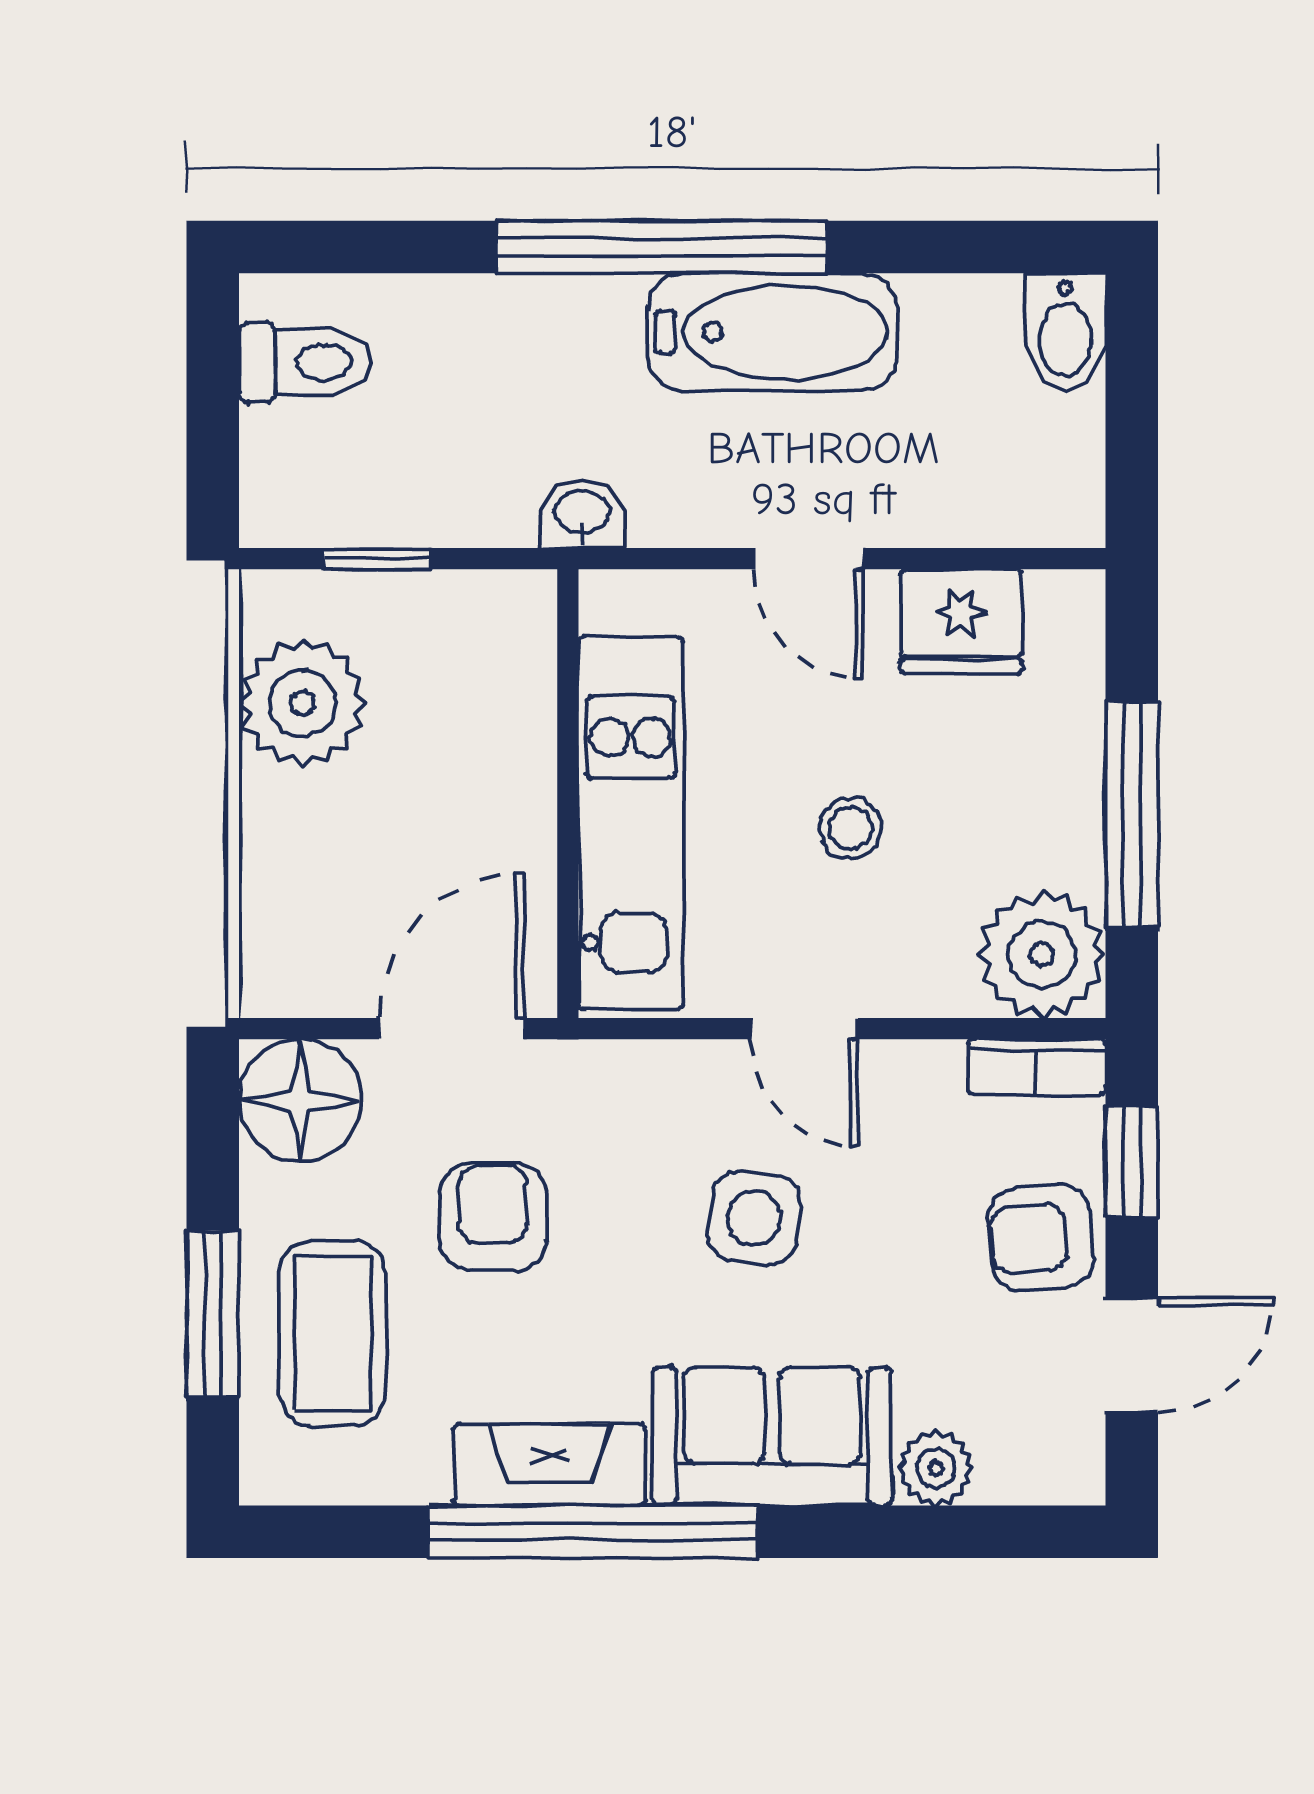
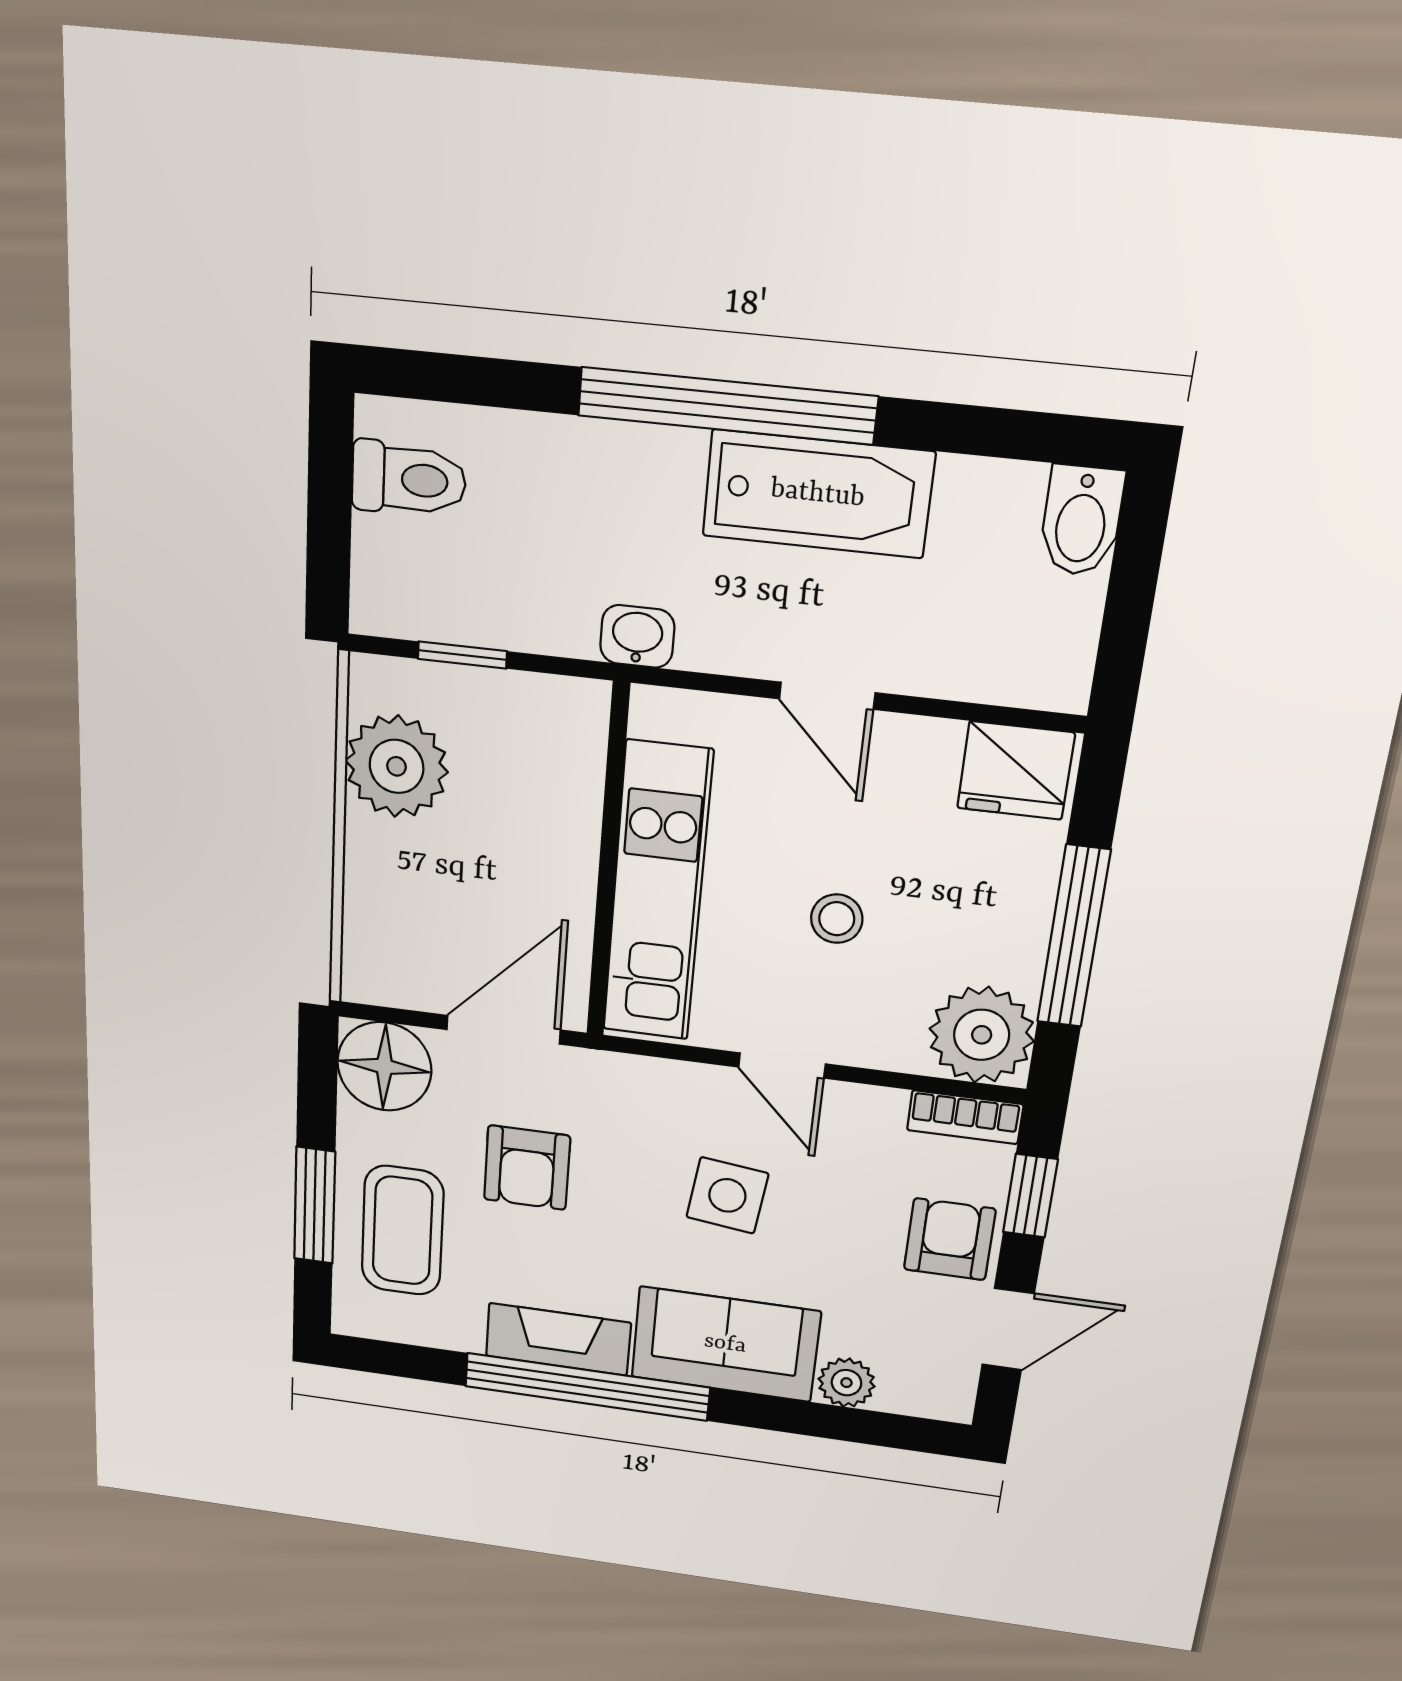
fridge: (961, 621) -> (1016, 771), moved
armchair: (493, 1217) -> (527, 1168), turned 180
armchair: (1041, 1238) -> (950, 1239), turned 95

